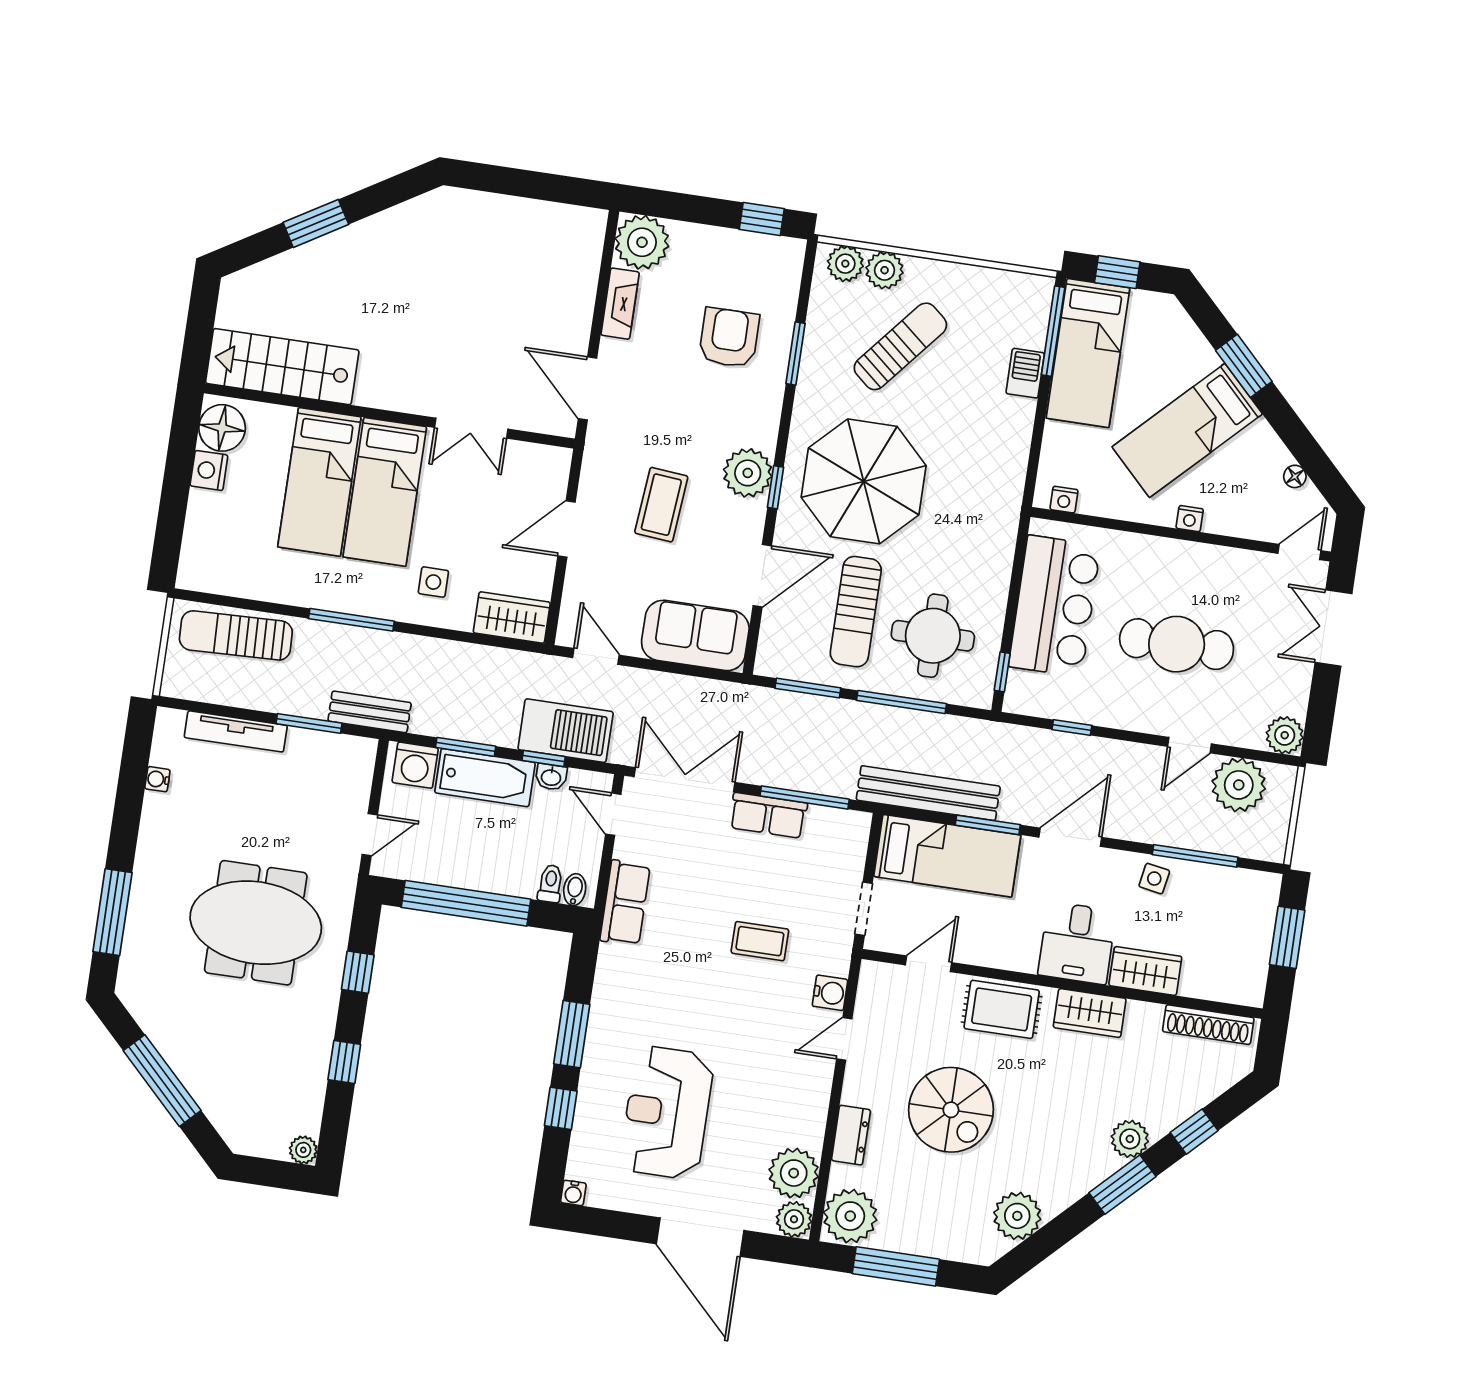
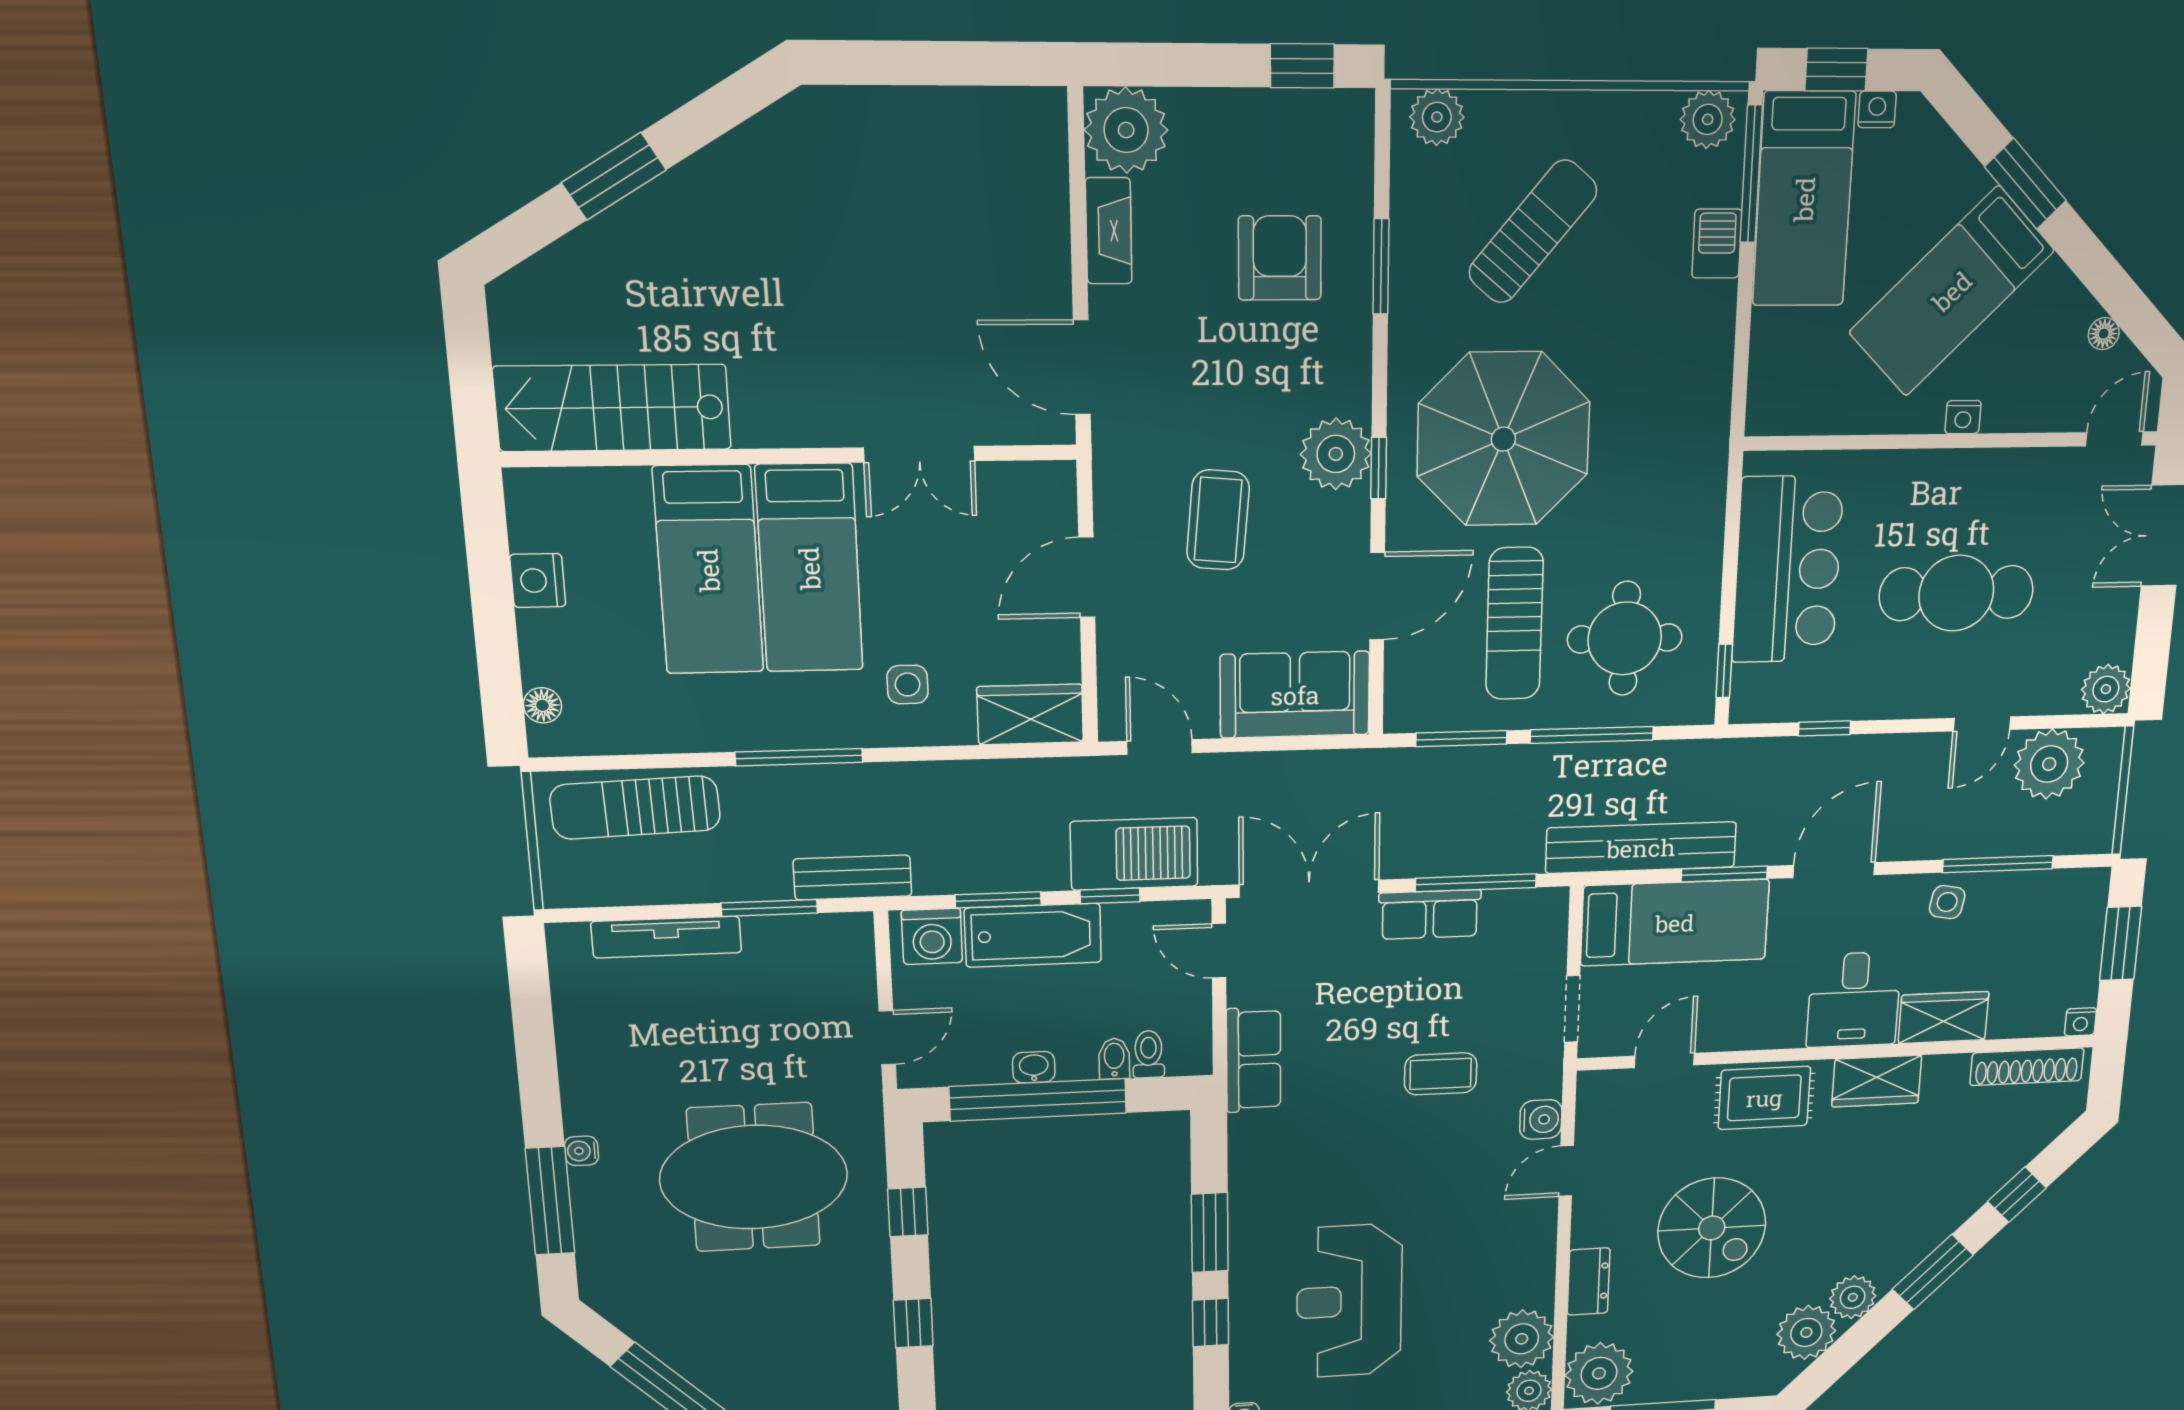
plant: (885, 270) -> (1708, 119), moved
floor lamp: (222, 428) -> (542, 705), moved, width x0.53, depth x0.53
nightstand: (1064, 500) -> (1877, 109), moved, turned 180
washbasin: (551, 777) -> (1034, 1067), moved, turned 180
water cooler: (157, 779) -> (581, 1151), moved
bidet: (575, 890) -> (1114, 1059), moved
nightstand: (1253, 996) -> (2081, 1022), added
plant: (1130, 1139) -> (1853, 1297), moved

